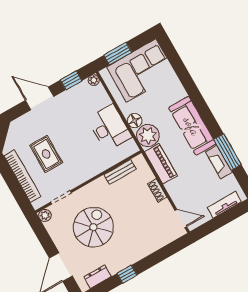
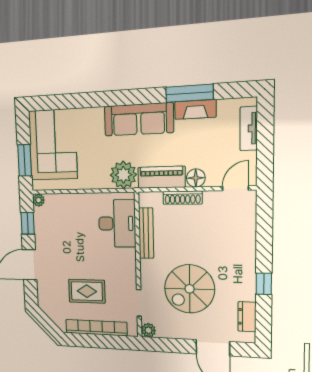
floor lamp: (135, 121) -> (196, 178), moved
desk: (109, 128) -> (117, 223), moved, turned 90
bench: (120, 172) -> (146, 233), width x1.36
shoe rack: (157, 190) -> (183, 198), width x1.43
spiral stairs: (93, 227) -> (189, 289), turned -90

